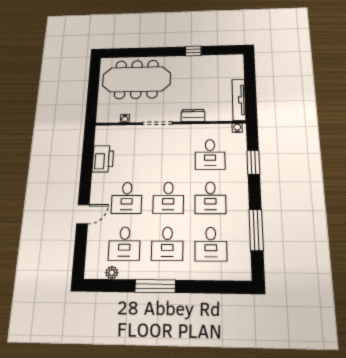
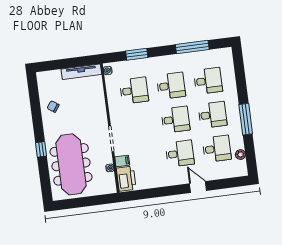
window: (193, 51) -> (41, 149), moved
chair: (203, 68) -> (53, 106), added
dresser: (193, 116) -> (100, 109), removed
filing cabinet: (130, 132) -> (122, 161), added
printer: (103, 159) -> (126, 179), moved, turned 90

